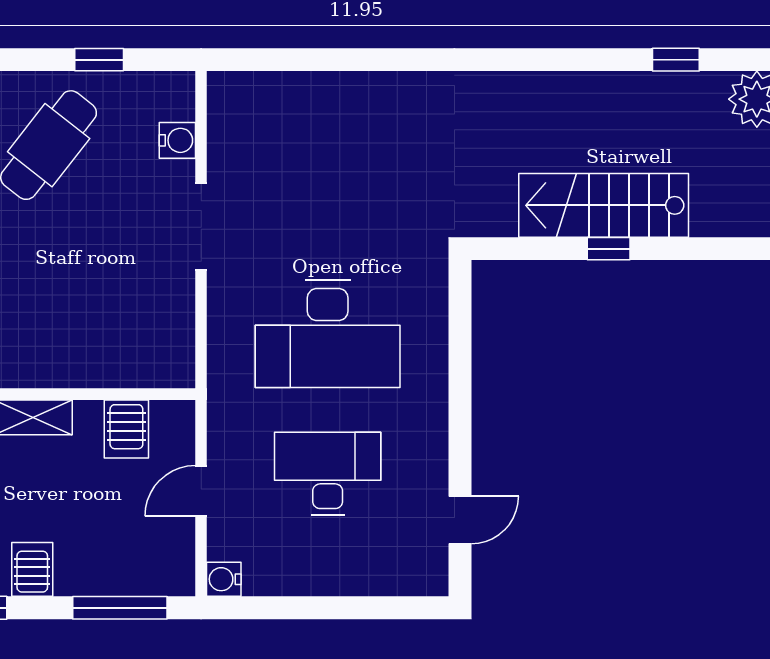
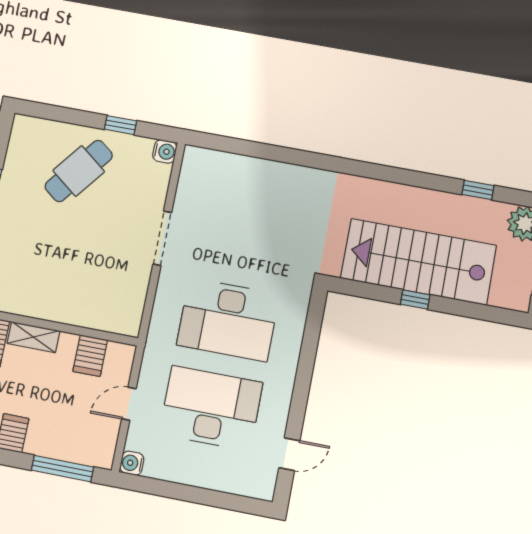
water cooler: (177, 140) -> (165, 151), moved
stairs: (604, 205) -> (418, 262), width x1.36, depth x1.51
desk: (328, 474) -> (211, 408), width x1.36, depth x1.30

